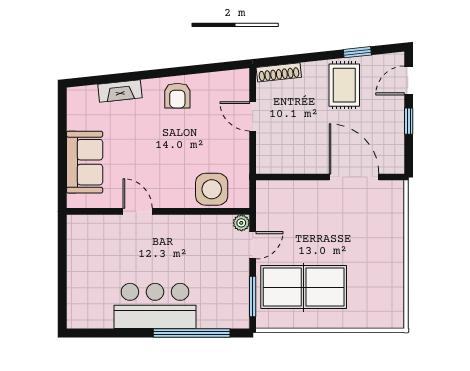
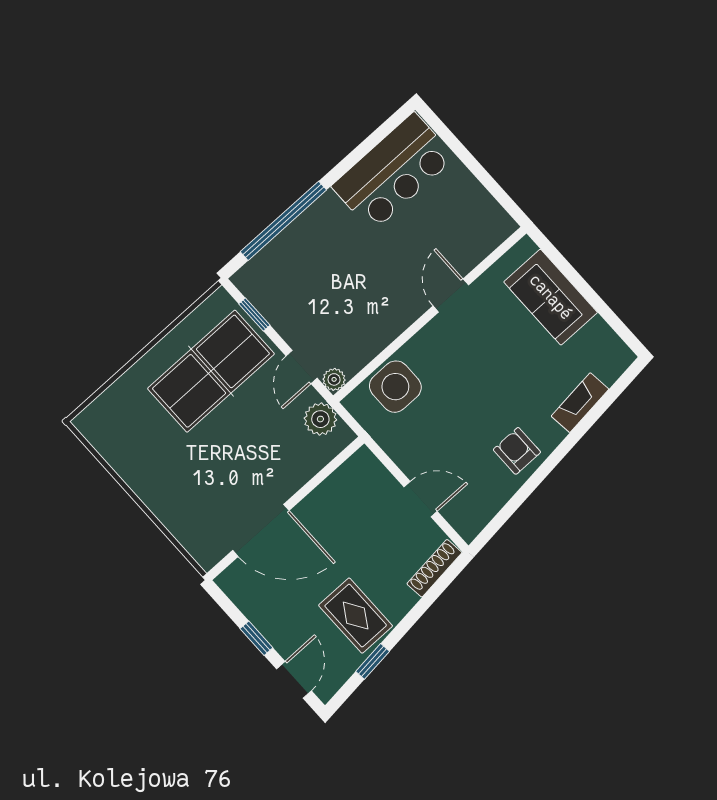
plant: (268, 208) -> (320, 419), added
door: (138, 211) -> (451, 295), swing flipped
window: (253, 297) -> (254, 315), width x0.67
bar counter: (155, 306) -> (393, 172), moved

